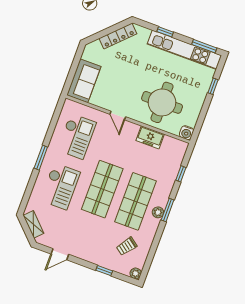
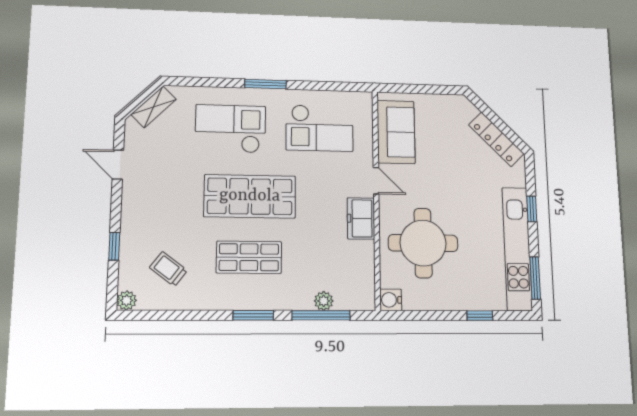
sofa: (84, 81) -> (396, 132), moved, turned -90
door: (118, 115) -> (376, 181), swing flipped
freezer: (150, 137) -> (361, 218), moved
window: (181, 174) -> (321, 315), width x2.17
checkout: (60, 186) -> (230, 129), turned 180
shop shelf: (136, 201) -> (249, 257), width x0.70, depth x0.74
plant: (158, 212) -> (324, 301), moved

